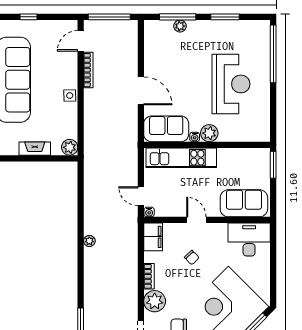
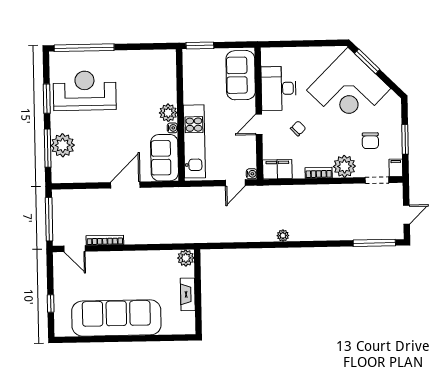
plant: (180, 26) -> (63, 145), width x1.88, depth x1.88
reception desk: (231, 84) -> (85, 91), moved
side table: (70, 96) -> (132, 259), removed
desk: (249, 240) -> (279, 88), moved

